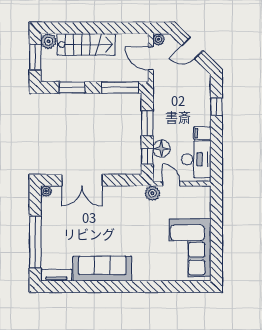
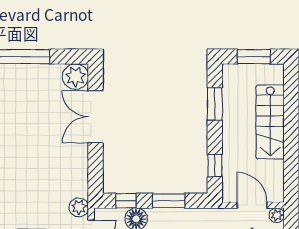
plant: (48, 41) -> (274, 74), removed
door: (151, 59) -> (252, 205), hinge flipped
window: (120, 87) -> (215, 166), width x0.46
plant: (46, 191) -> (76, 77), width x1.87, depth x1.87

